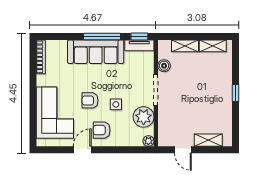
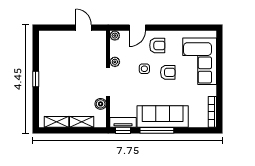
plant: (144, 117) -> (115, 62), width x0.53, depth x0.53
shelving: (208, 140) -> (61, 36), removed
door: (82, 150) -> (137, 28), moved

